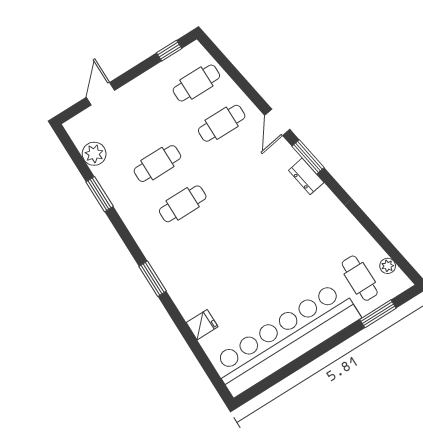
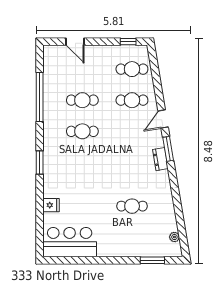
door: (100, 94) -> (75, 42), swing flipped
plant: (94, 154) -> (51, 73), removed
window: (100, 194) -> (40, 97), width x2.11
cafe table: (360, 278) -> (132, 206), moved, turned 90
bar counter: (286, 339) -> (70, 242), width x0.54

